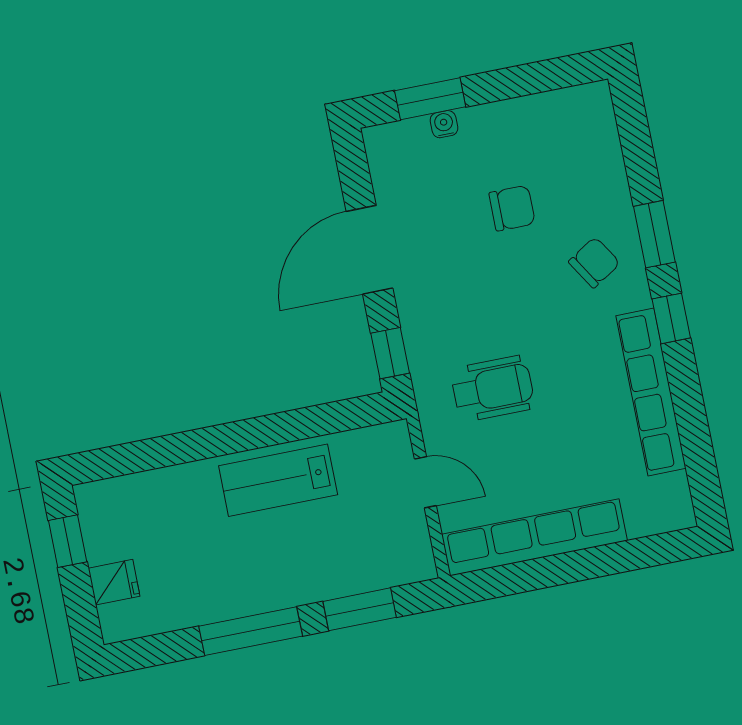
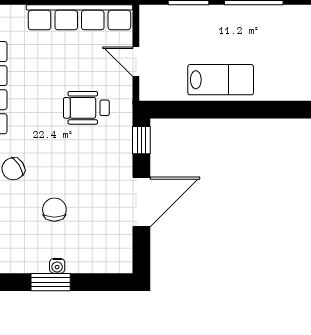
window: (430, 99) -> (51, 282), moved
water cooler: (444, 124) -> (57, 266), moved
chair: (512, 208) -> (54, 210), turned 90

